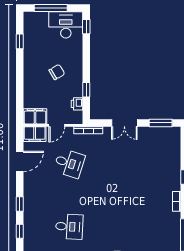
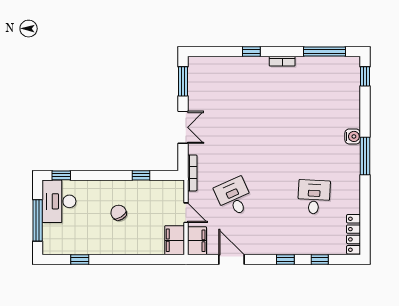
printer: (77, 104) -> (159, 187), removed
desk: (69, 163) -> (234, 197), turned -42

